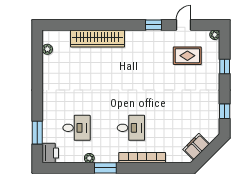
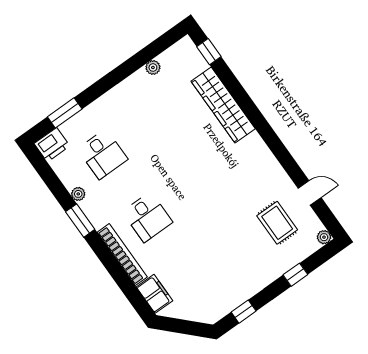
window: (153, 25) -> (209, 52), moved
plant: (47, 49) -> (153, 67), moved
filing cabinet: (196, 147) -> (154, 294), moved, turned 45

